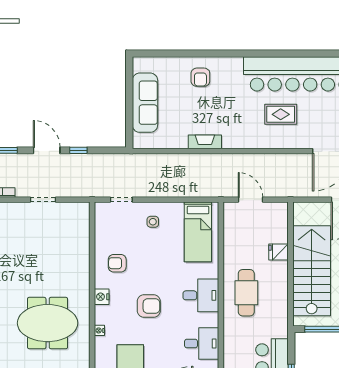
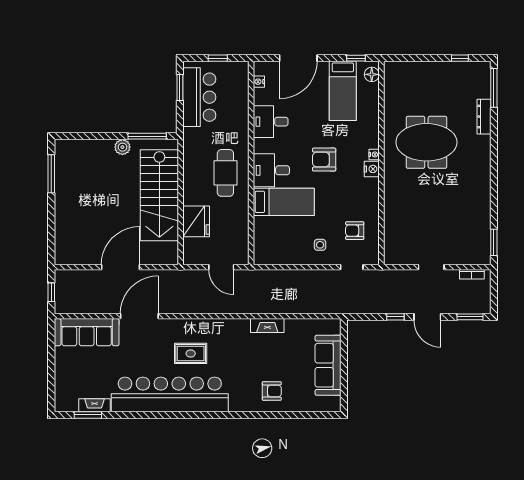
armchair: (200, 77) -> (272, 391), turned 90
bed: (198, 232) -> (284, 202), moved, turned 90
fridge: (279, 252) -> (196, 221), width x1.88, depth x1.34
armchair: (117, 263) -> (355, 231), moved, turned 180
nightstand: (99, 330) -> (374, 154), moved

